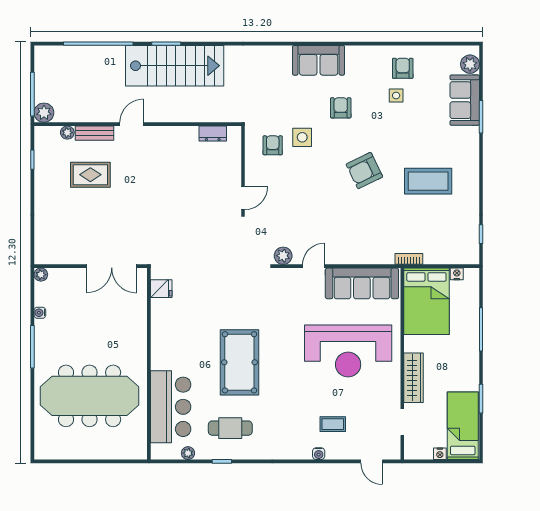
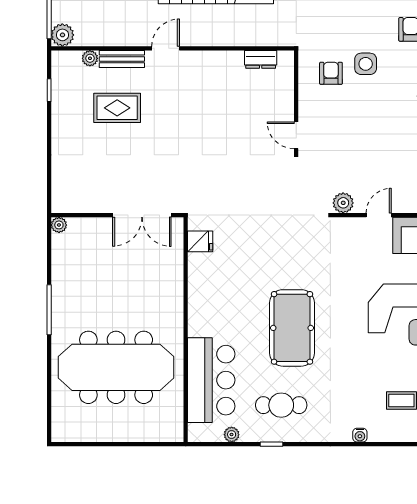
door: (243, 198) -> (296, 135), swing flipped
water cooler: (40, 313) -> (58, 270), removed
water cooler: (319, 454) -> (360, 435), moved

